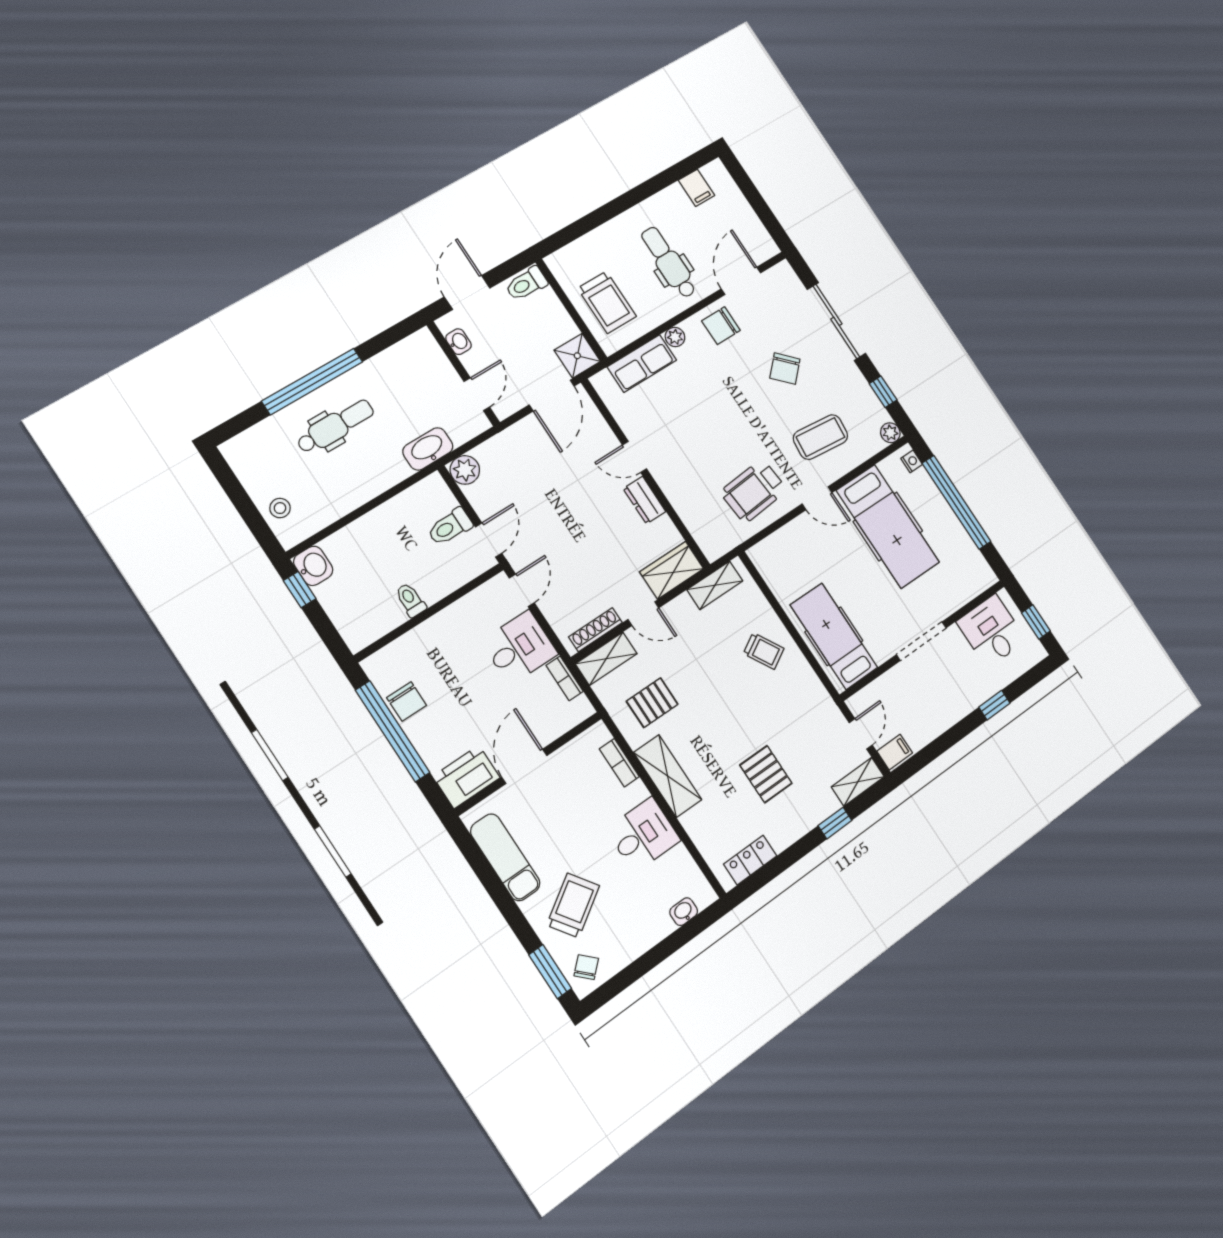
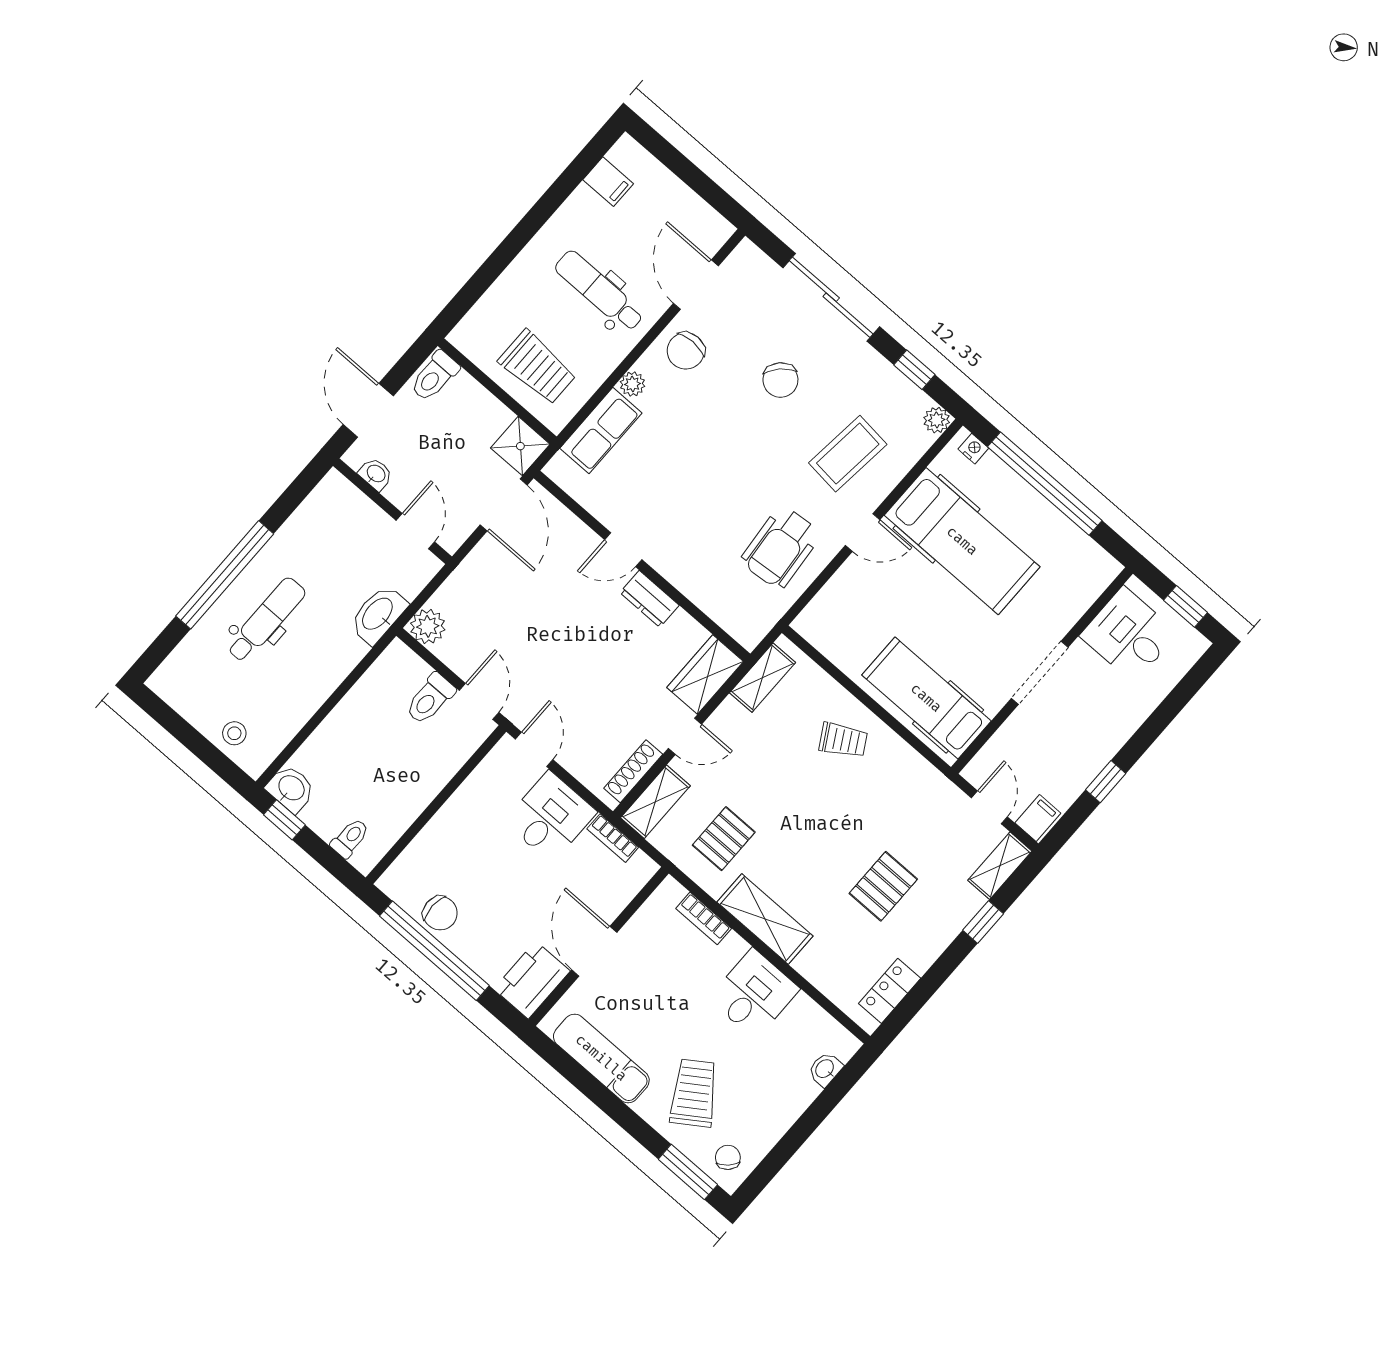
toilet: (411, 600) -> (350, 838), moved, turned 90
window: (994, 705) -> (1106, 782), moved
pallet: (766, 774) -> (883, 886), turned 90

